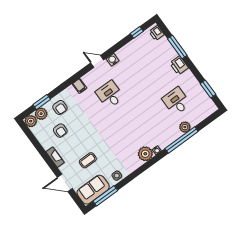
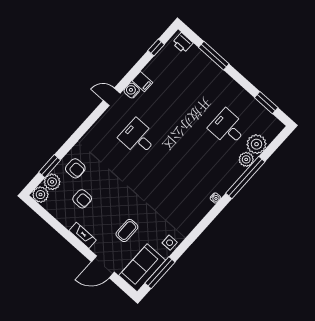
printer: (179, 65) -> (221, 79), removed
filing cabinet: (79, 86) -> (142, 82), moved
plant: (145, 154) -> (257, 144), moved

